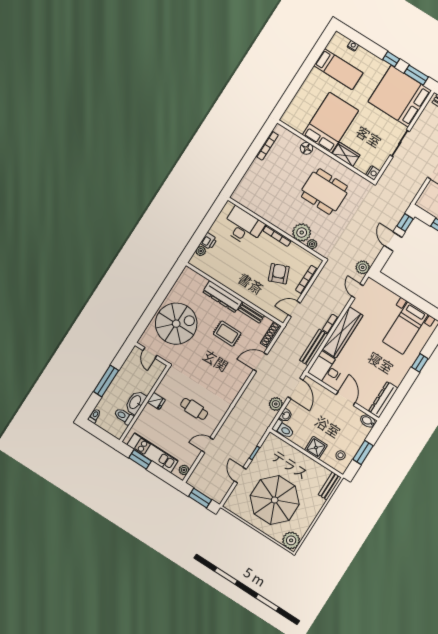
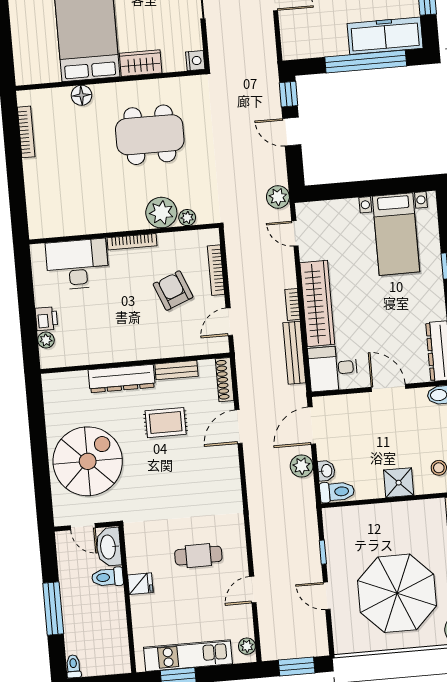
door: (295, 388) -> (312, 426), swing flipped
washbasin: (135, 402) -> (109, 547), moved
toilet: (124, 416) -> (107, 577), moved

